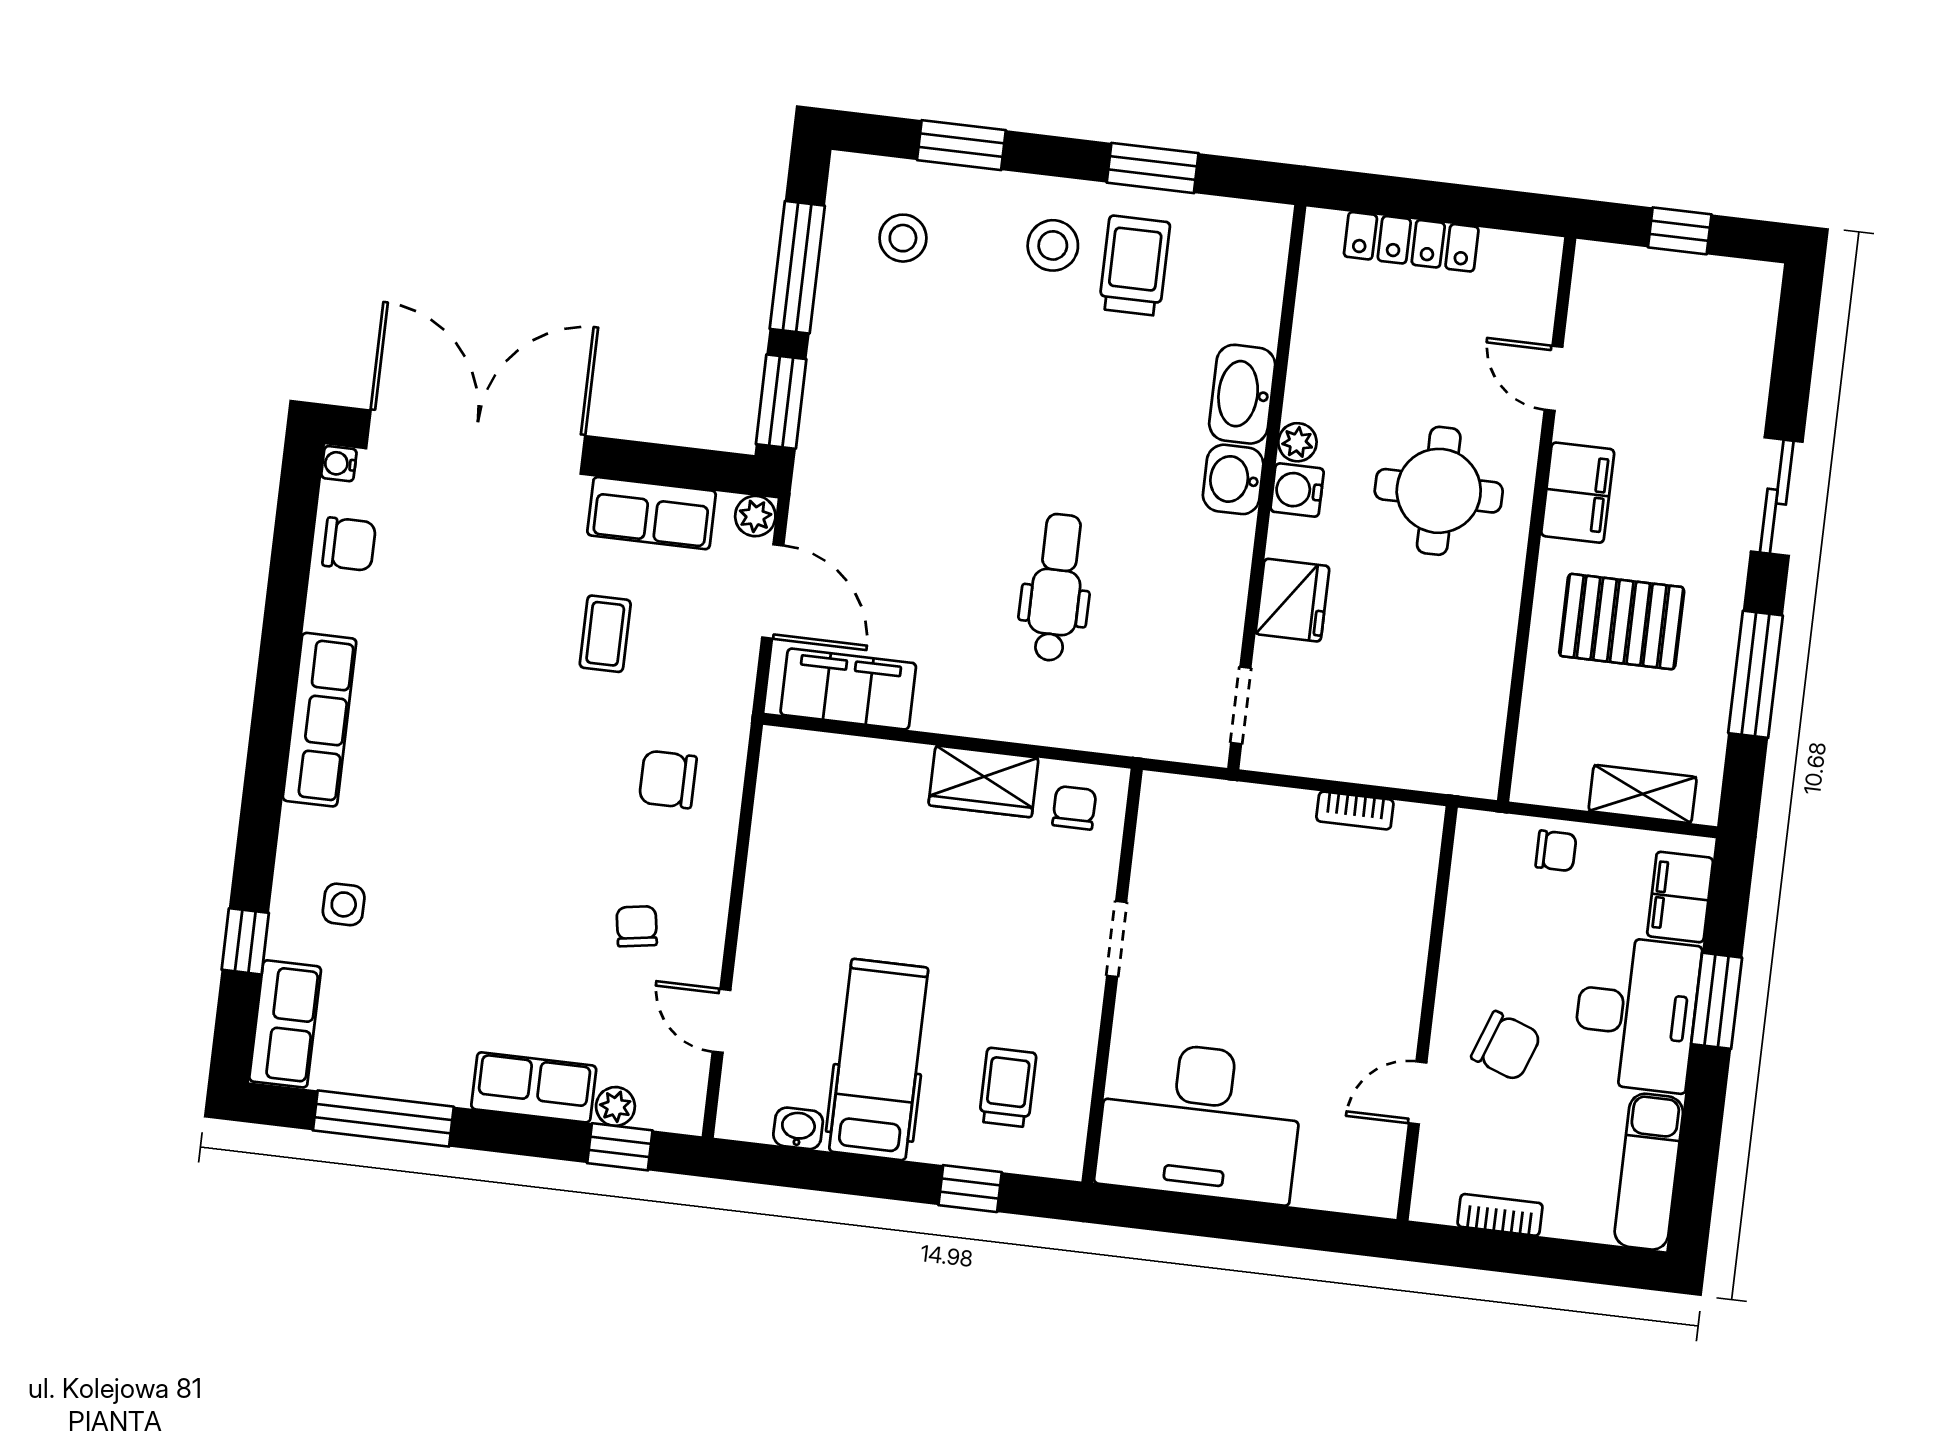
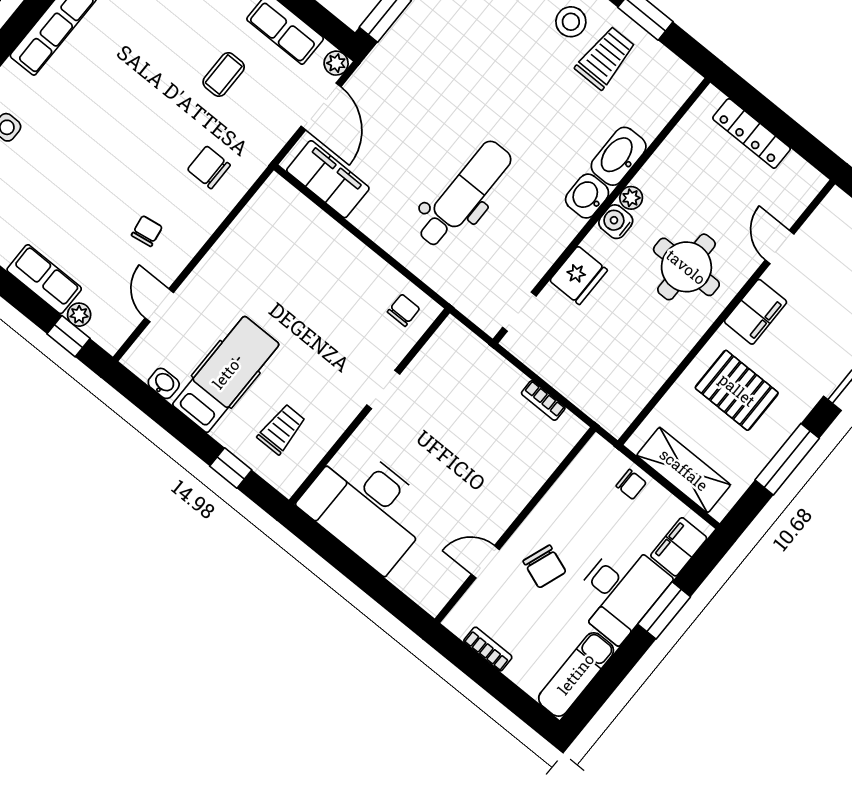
dental chair: (1056, 587) -> (464, 194), width x1.36, depth x1.38
wardrobe: (984, 781) -> (366, 268), removed
shelving: (1643, 794) -> (684, 470), width x1.50, depth x1.33

